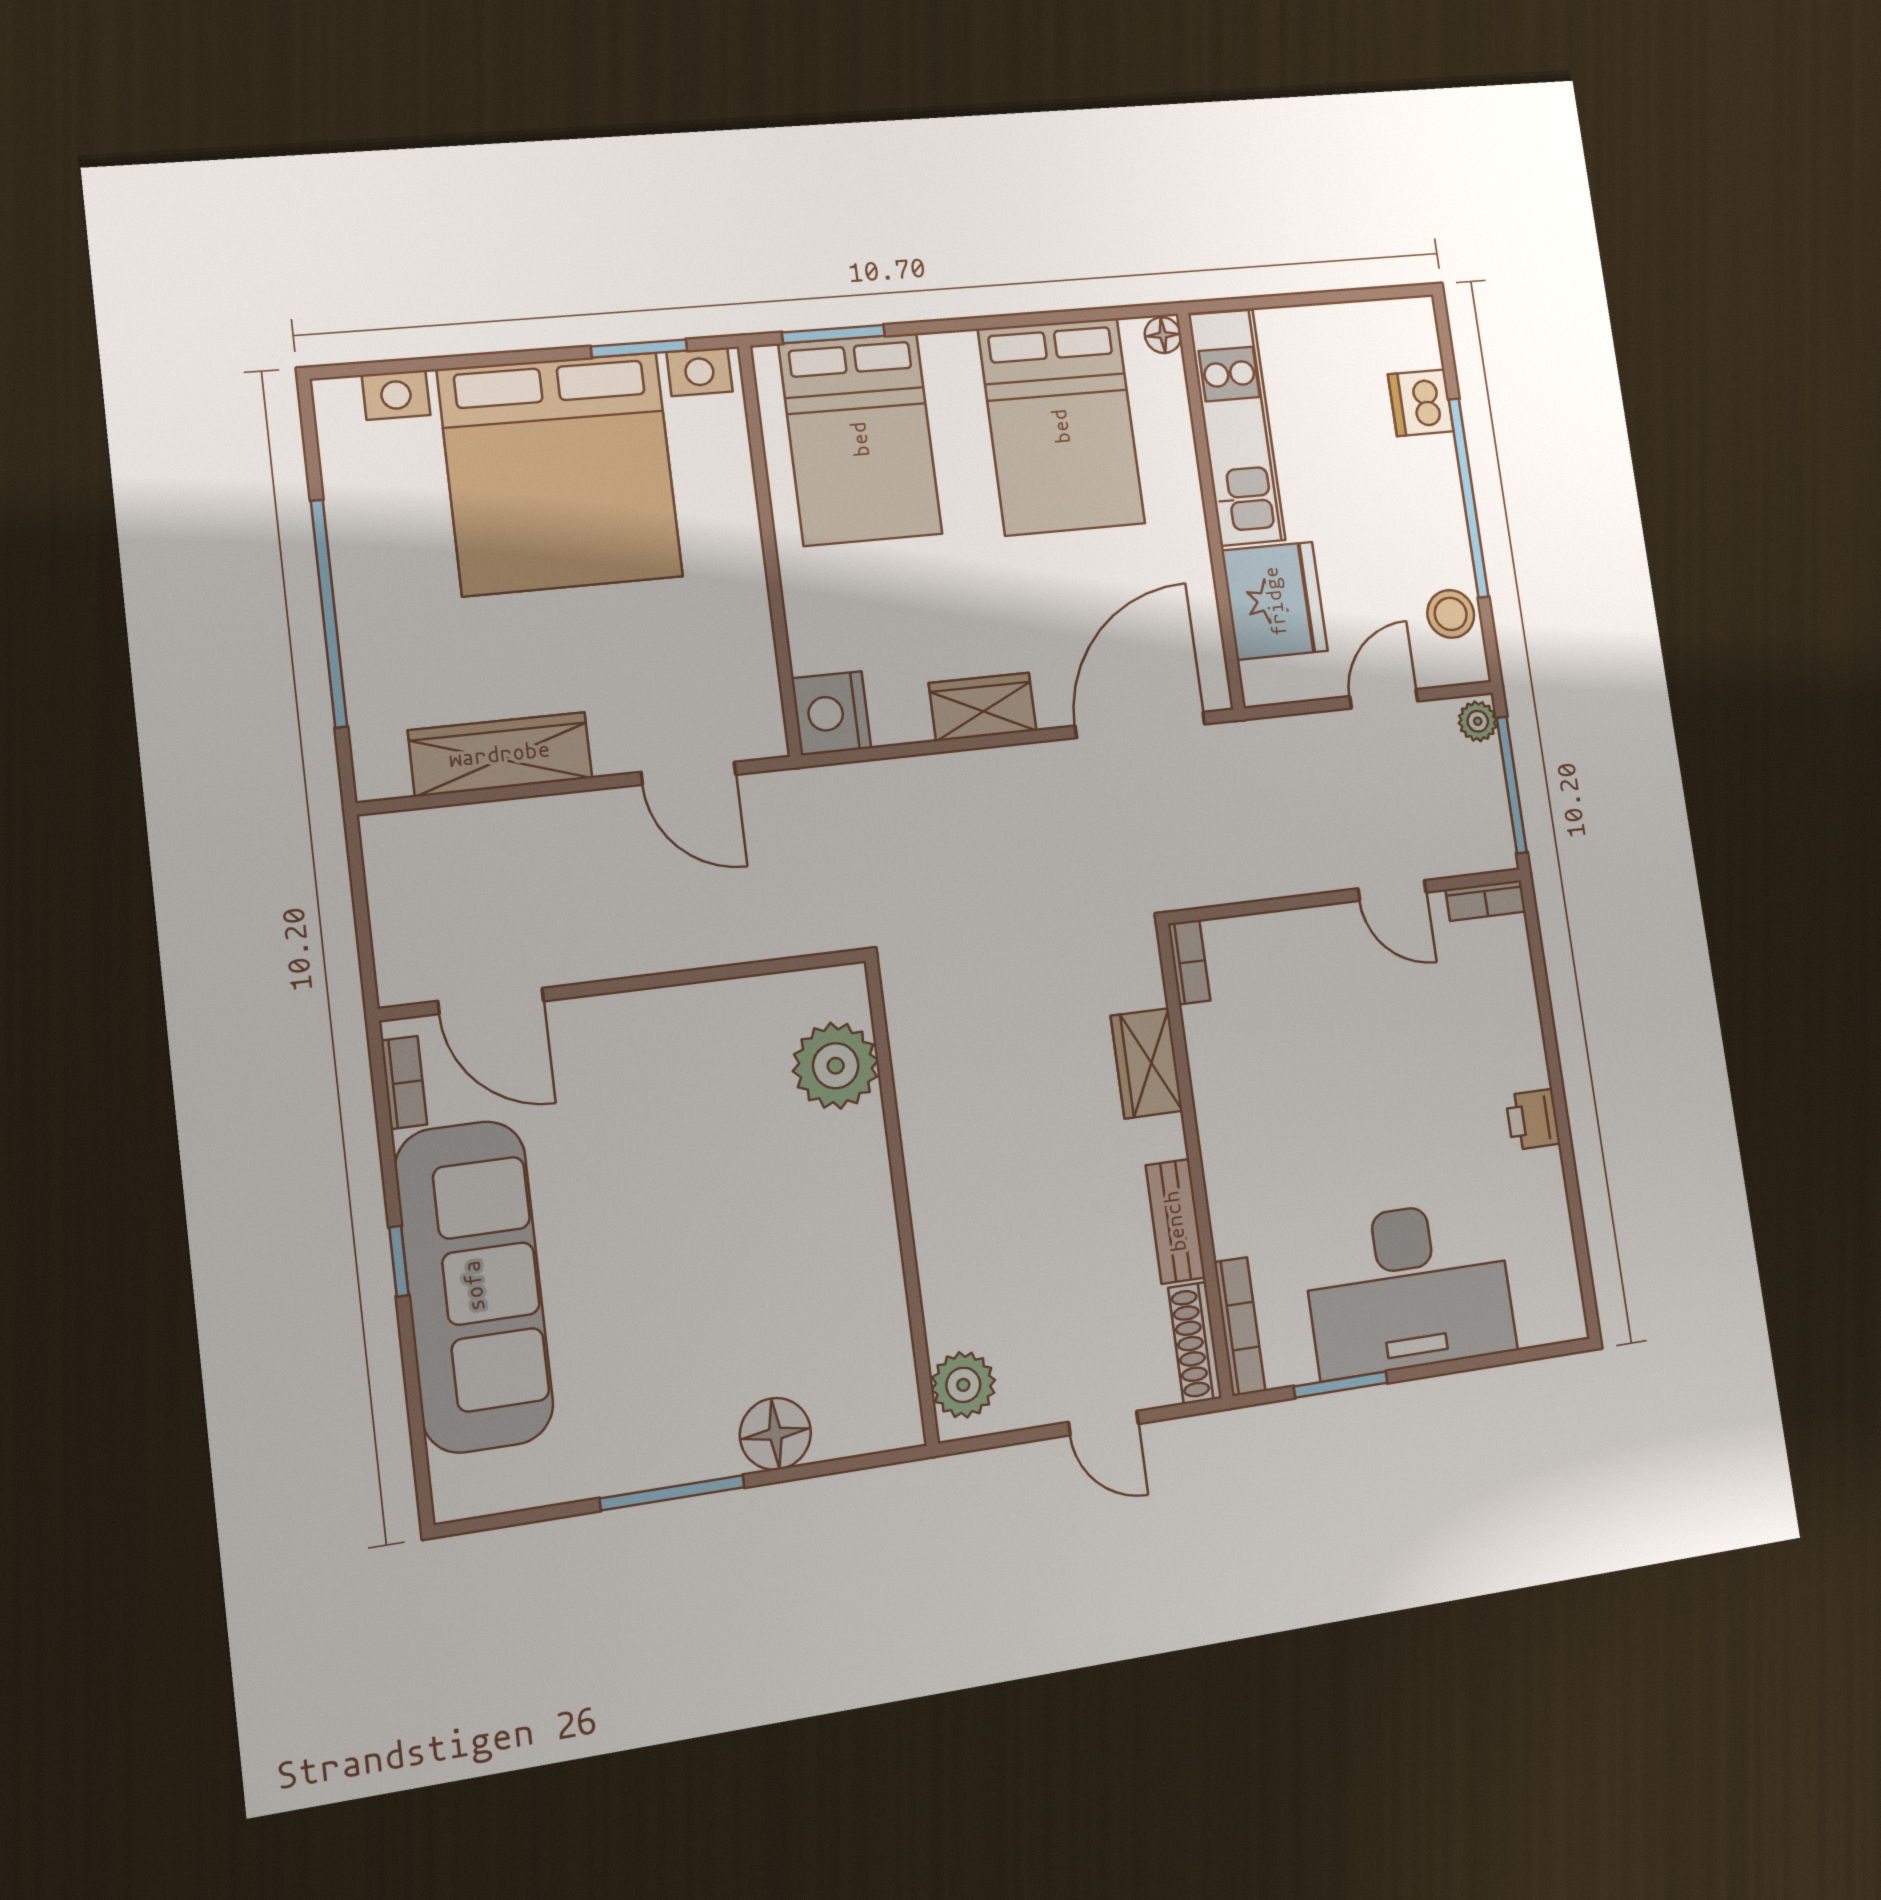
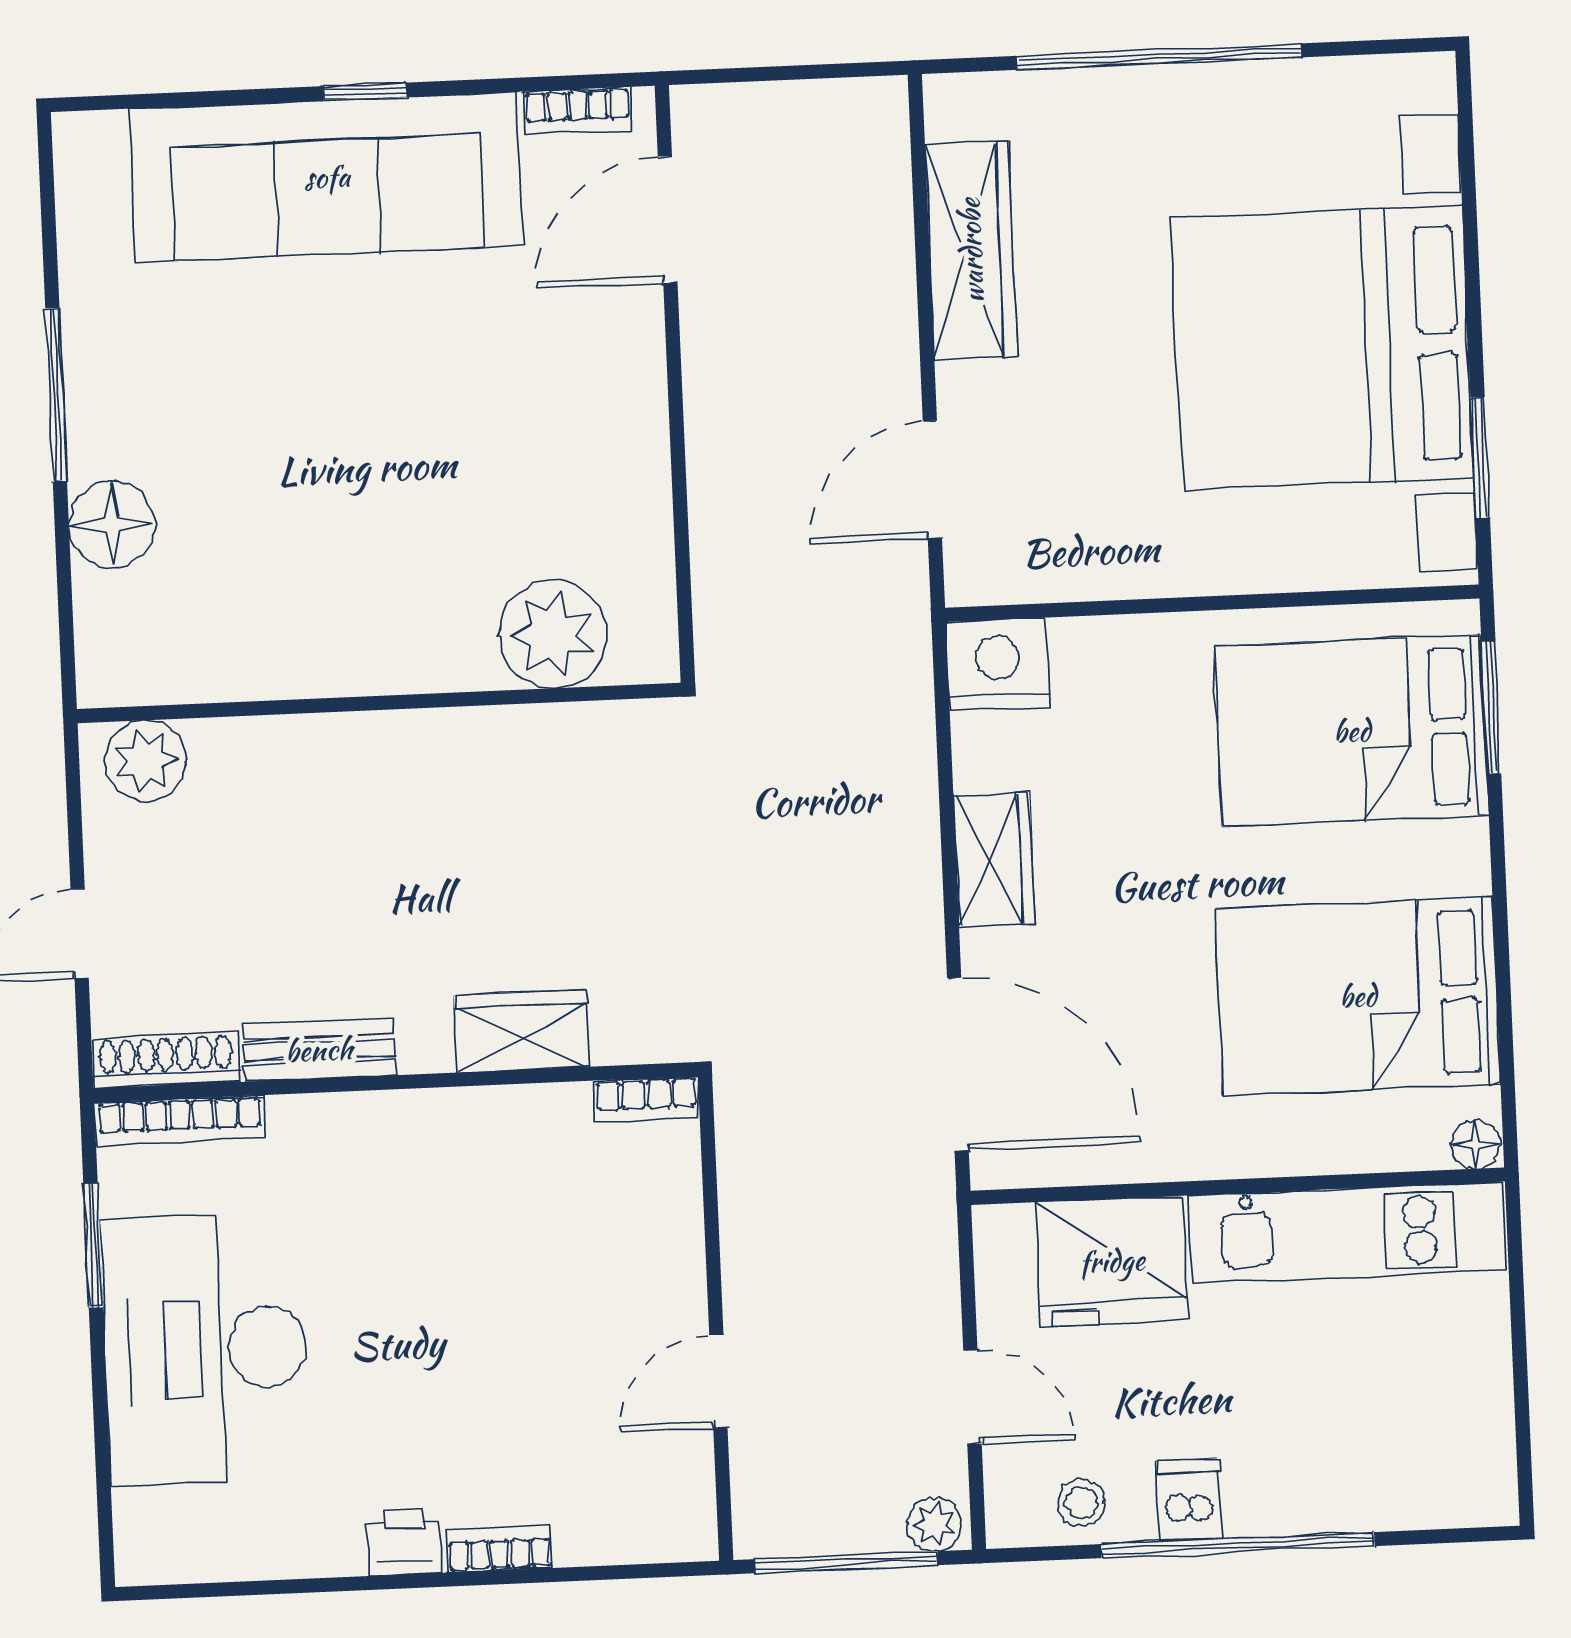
dishwasher: (1421, 403) -> (1189, 1500), moved, width x0.73
stool: (1451, 614) -> (1081, 1502), width x0.73, depth x0.73
bookcase: (1486, 901) -> (500, 1549), moved, turned 90

